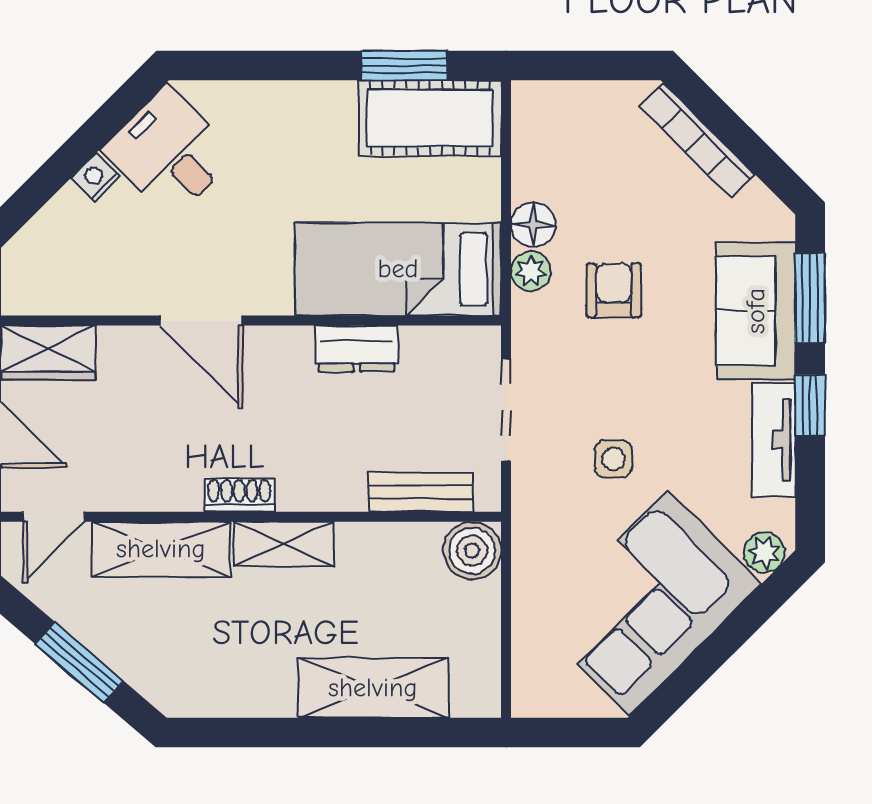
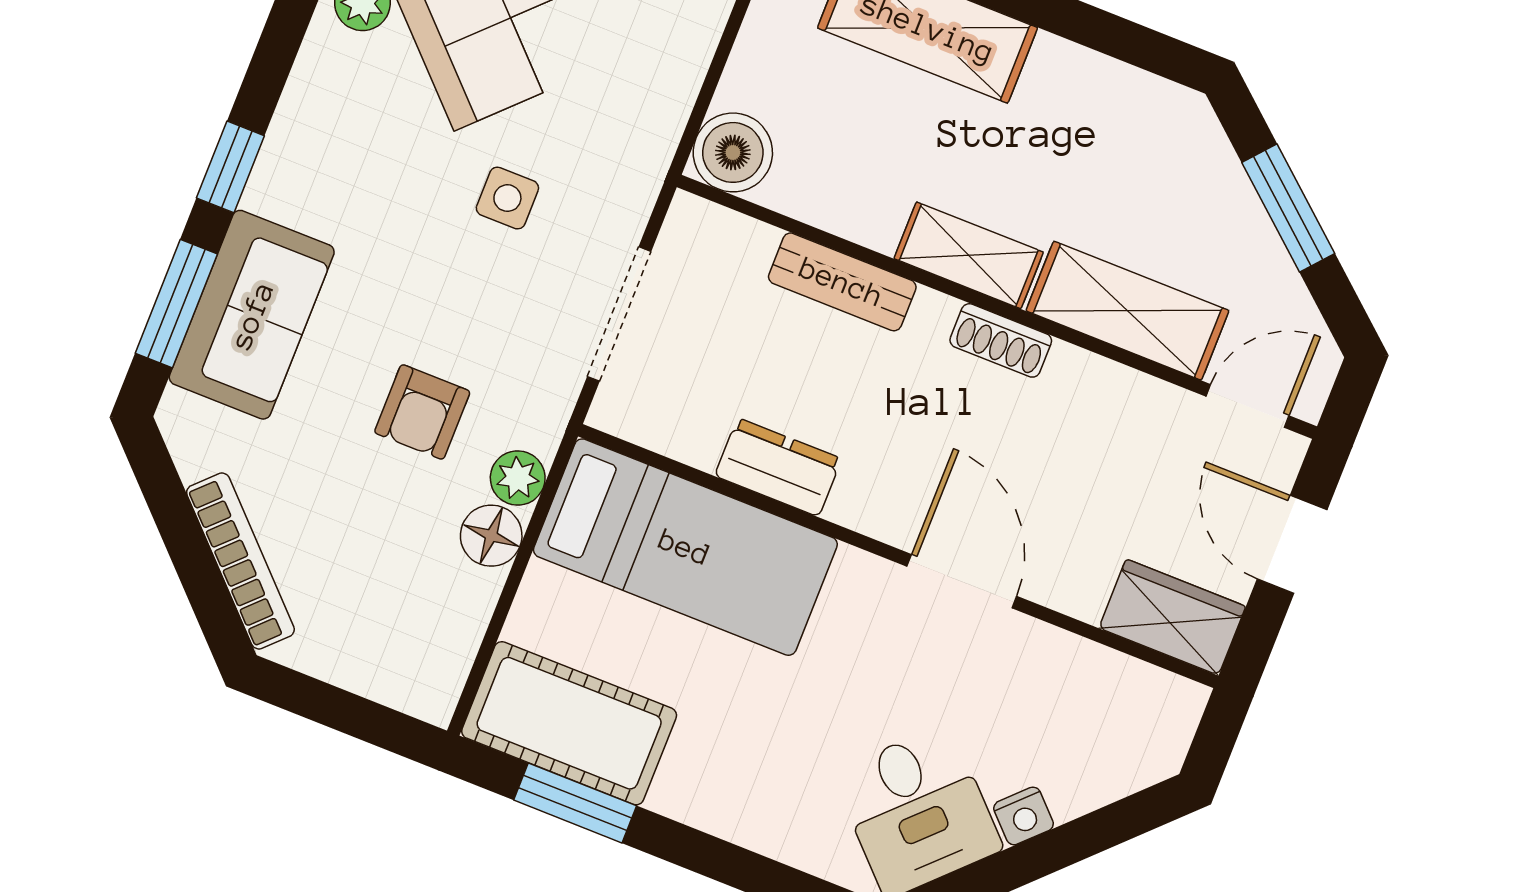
tv unit: (774, 440) -> (294, 142), removed
bench: (421, 492) -> (842, 282), moved

